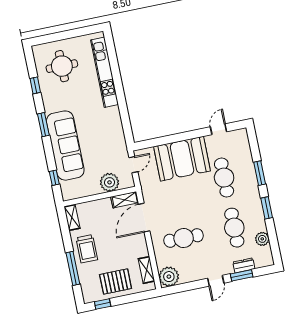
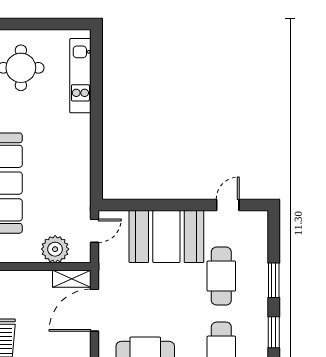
kitchen unit: (105, 72) -> (80, 76), width x0.73

